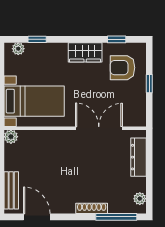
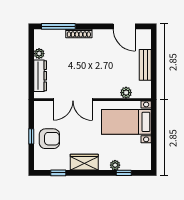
plant: (18, 49) -> (115, 165), moved
armchair: (123, 68) -> (49, 139), moved
plant: (11, 137) -> (126, 93), moved
bench: (11, 190) -> (145, 65), moved
plant: (140, 199) -> (39, 54), moved

